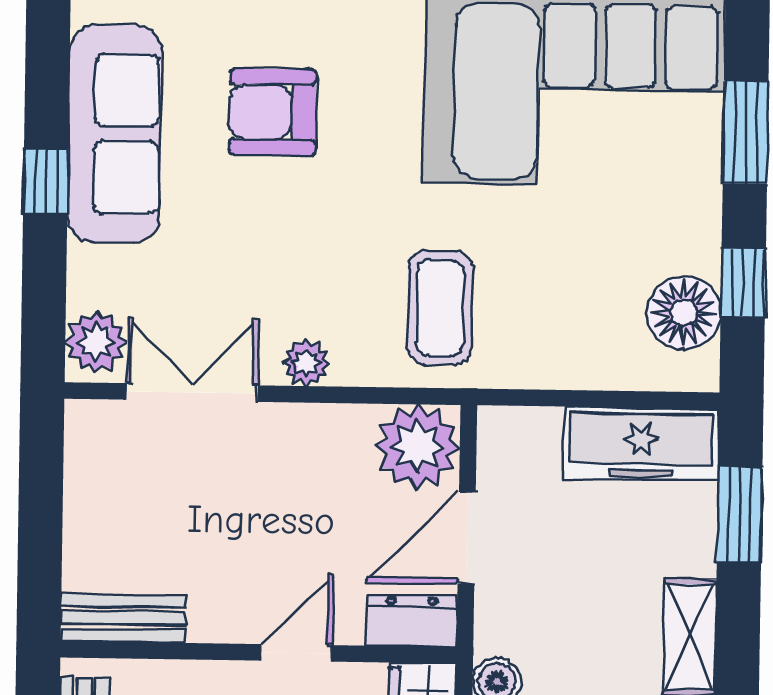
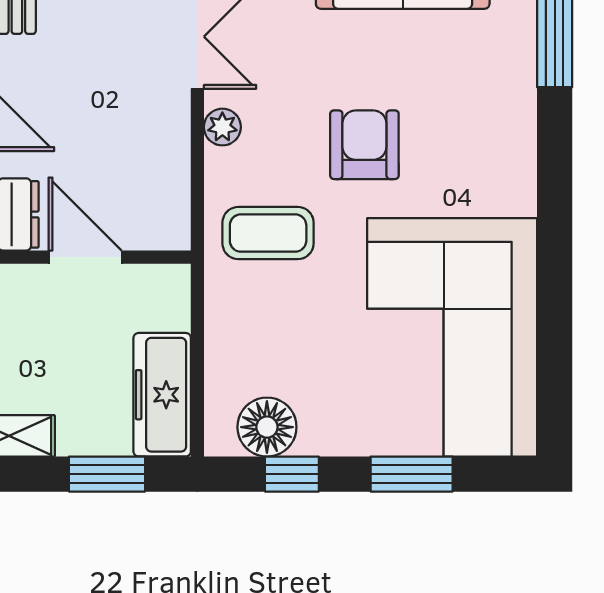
armchair: (273, 112) -> (364, 145), moved
plant: (417, 447) -> (157, 217), removed

